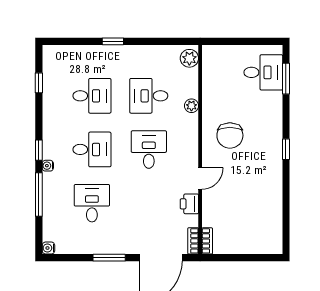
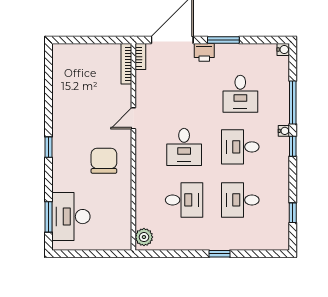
desk: (263, 72) -> (71, 217), width x1.37
plant: (191, 106) -> (142, 190), removed
printer: (189, 204) -> (204, 52), moved, turned 90
bookcase: (207, 241) -> (126, 64), width x1.56

